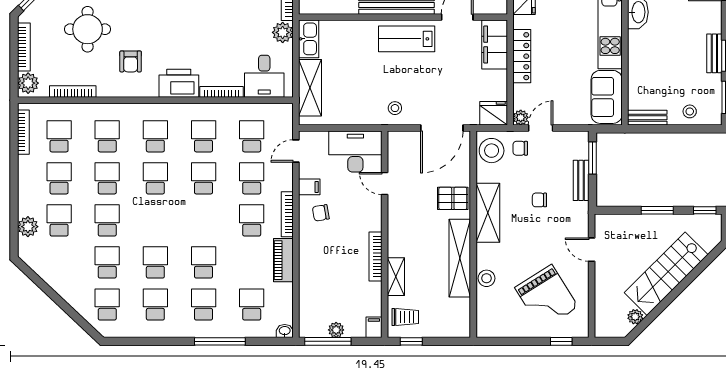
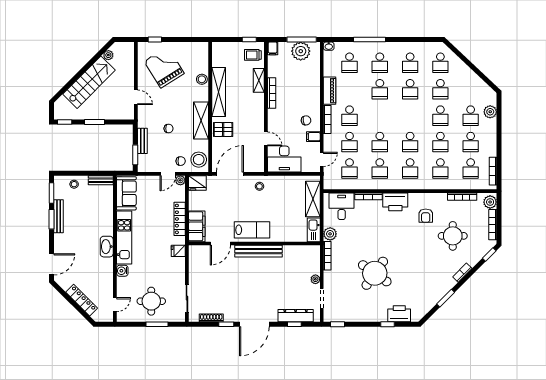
bench: (714, 53) -> (59, 216), width x1.36
armchair: (131, 61) -> (426, 216), turned 180
plant: (336, 330) -> (301, 51), width x1.88, depth x1.88

